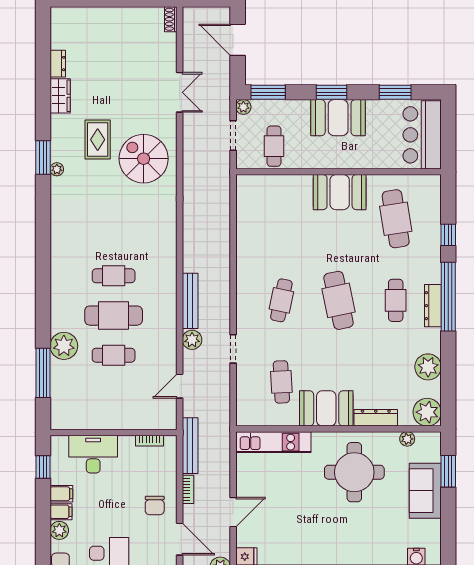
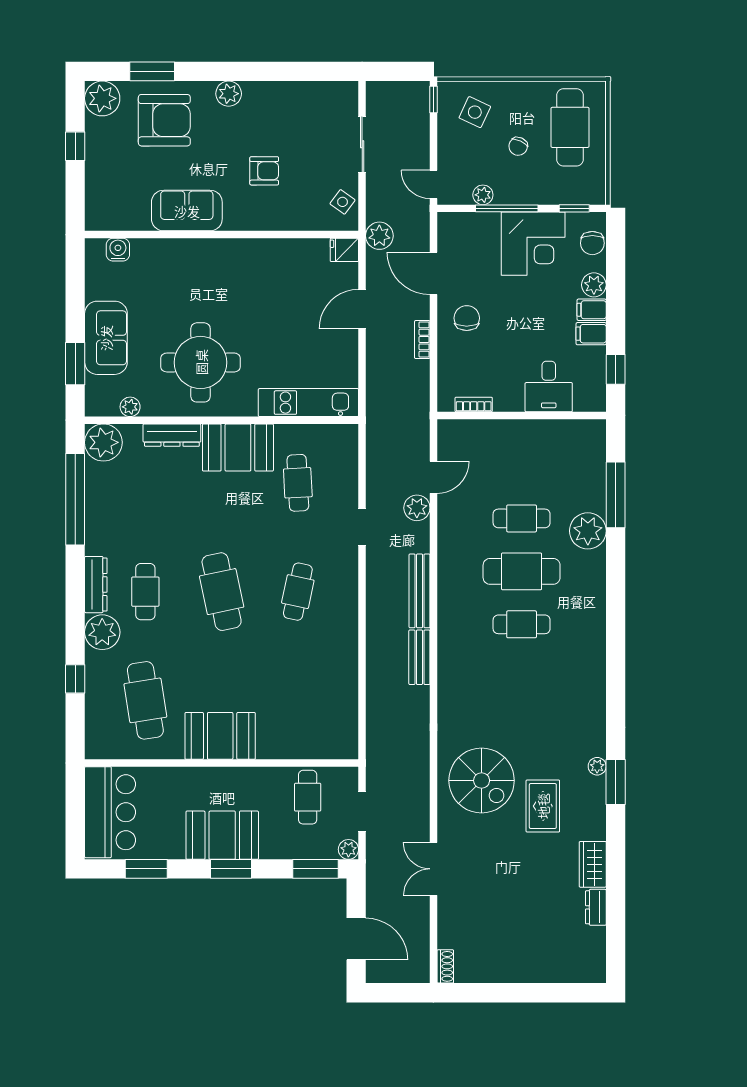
window: (448, 297) -> (75, 499), moved
plant: (192, 340) -> (417, 508), moved
plant: (428, 367) -> (102, 632), moved
bench: (190, 446) -> (419, 657), moved, width x0.73
desk: (93, 454) -> (549, 387), width x0.73

